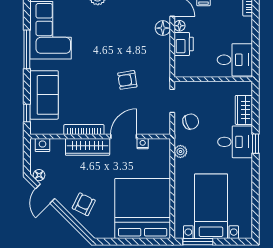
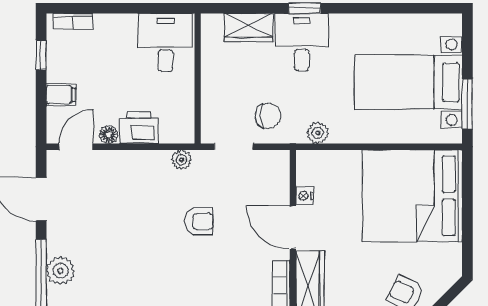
floor lamp: (163, 28) -> (113, 162), removed
plant: (164, 70) -> (181, 160), added
armchair: (127, 80) -> (199, 221), turned -81
chair: (191, 122) -> (268, 116), turned 109

